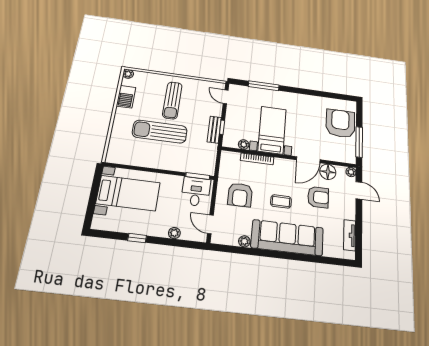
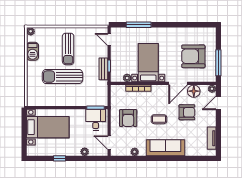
armchair: (340, 123) -> (193, 56), moved, turned -90
door: (359, 190) -> (218, 103), swing flipped
sofa: (287, 238) -> (165, 148), width x0.74, depth x0.79

